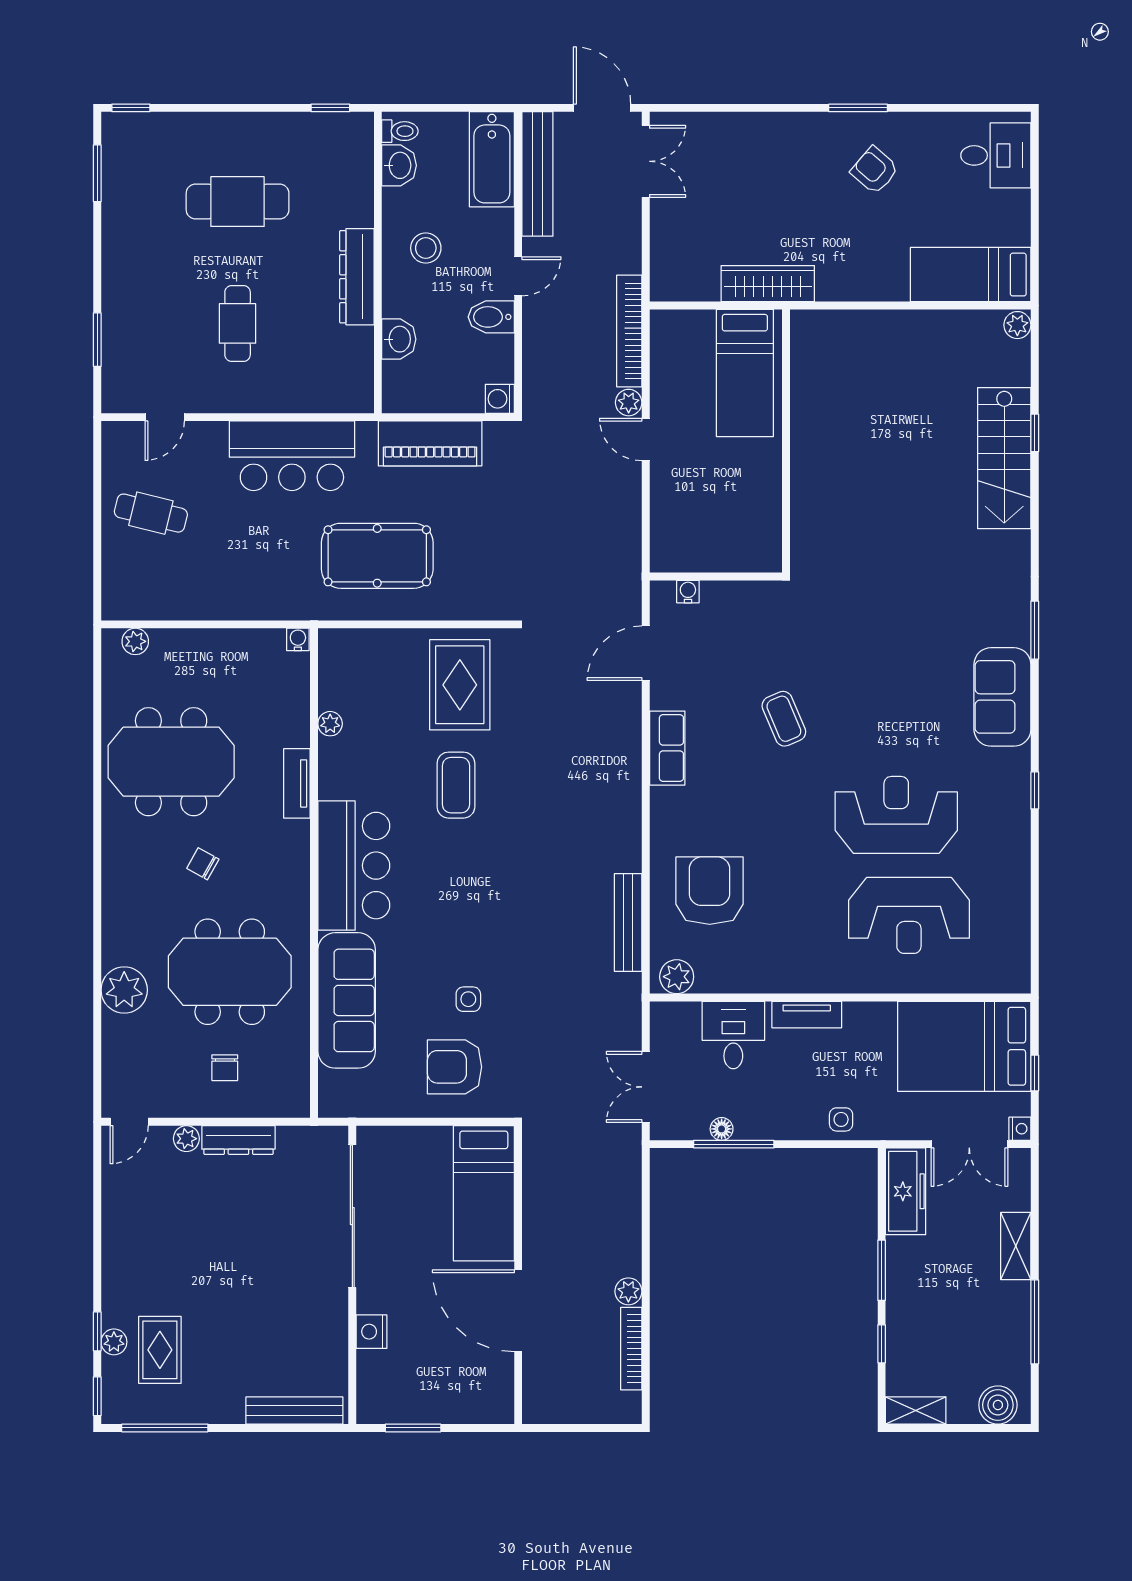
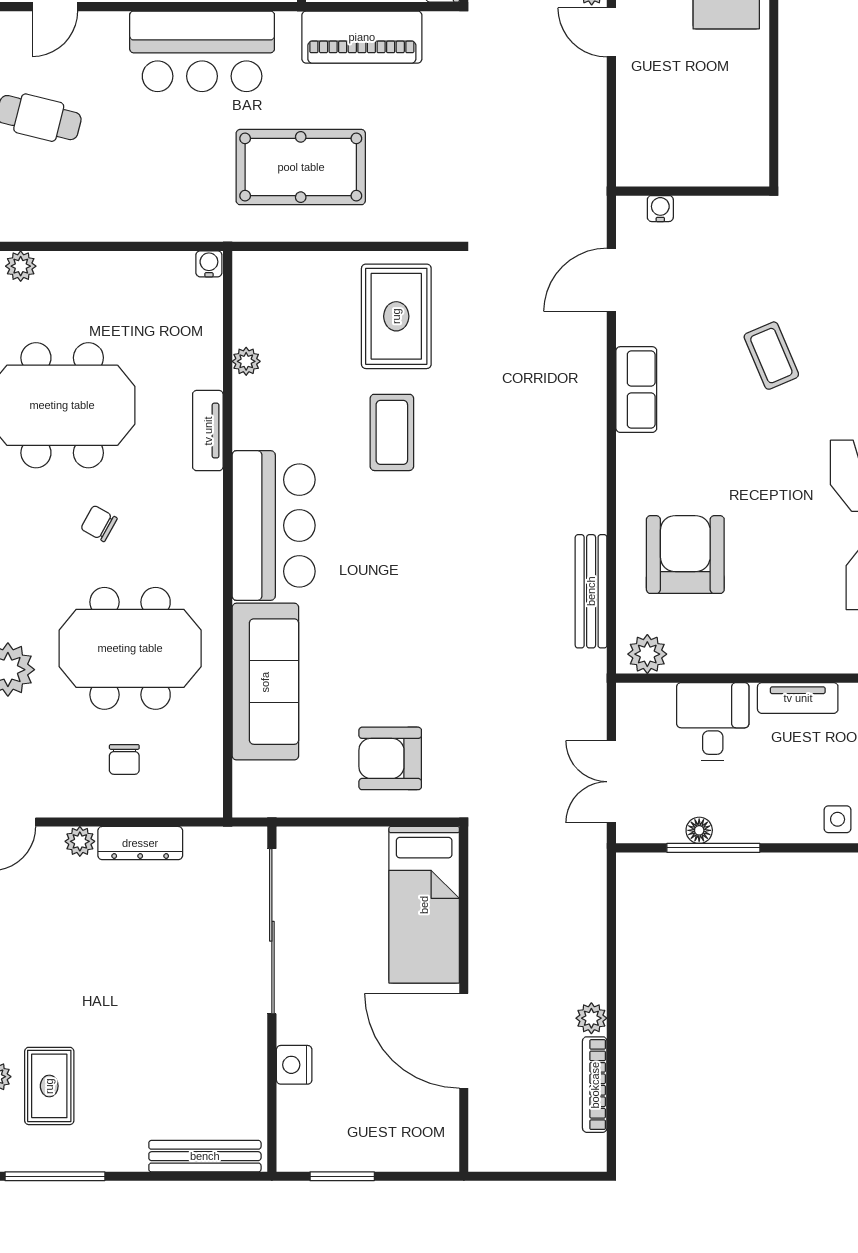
side table: (468, 999) -> (406, 680), removed

